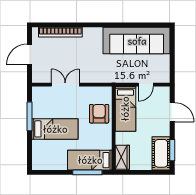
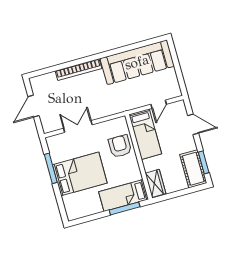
bookcase: (60, 32) -> (78, 70), moved
bed: (55, 129) -> (80, 174), width x1.50

